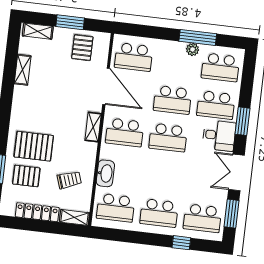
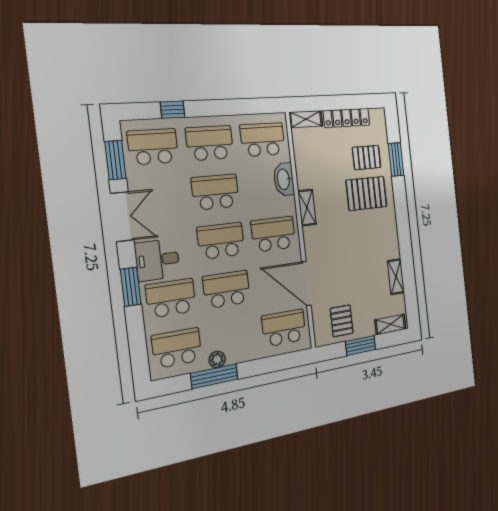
shelving: (93, 127) -> (307, 208), moved
school desk: (164, 175) -> (215, 192), added
trolley: (69, 180) -> (321, 163), removed

